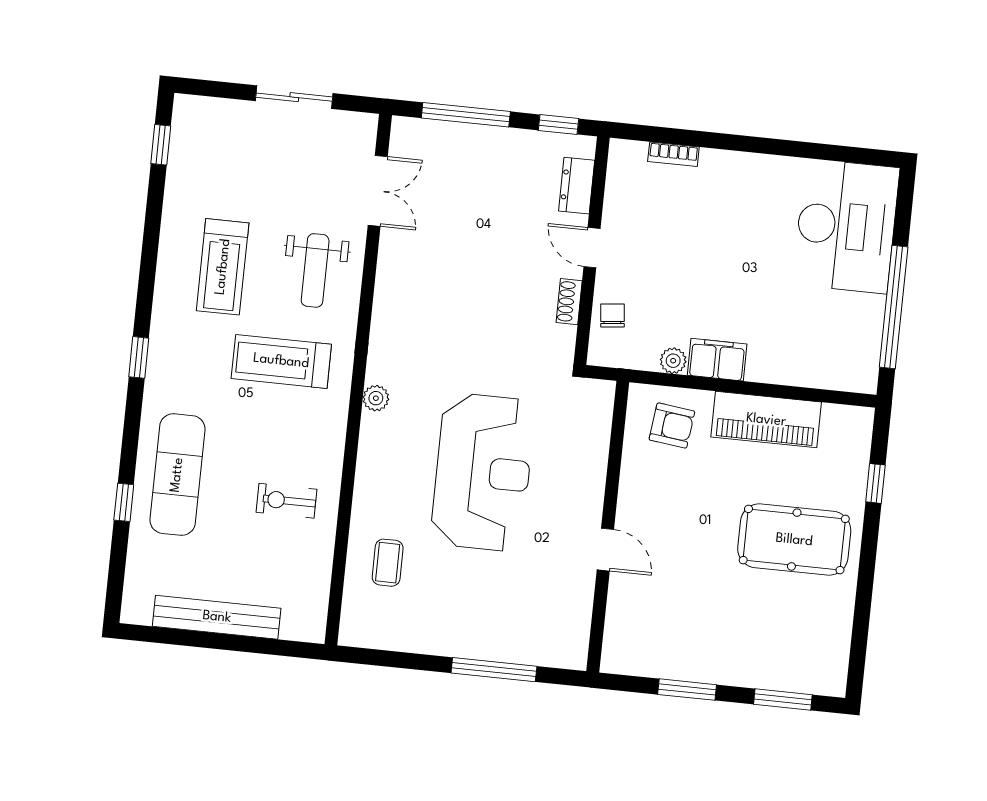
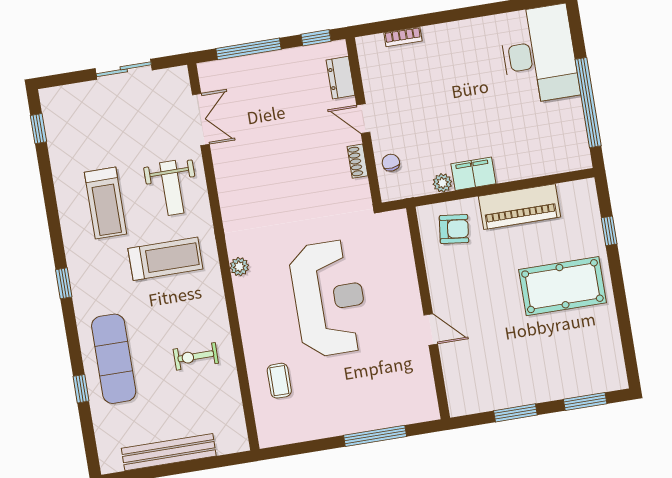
treadmill: (281, 361) -> (165, 259), turned 180

